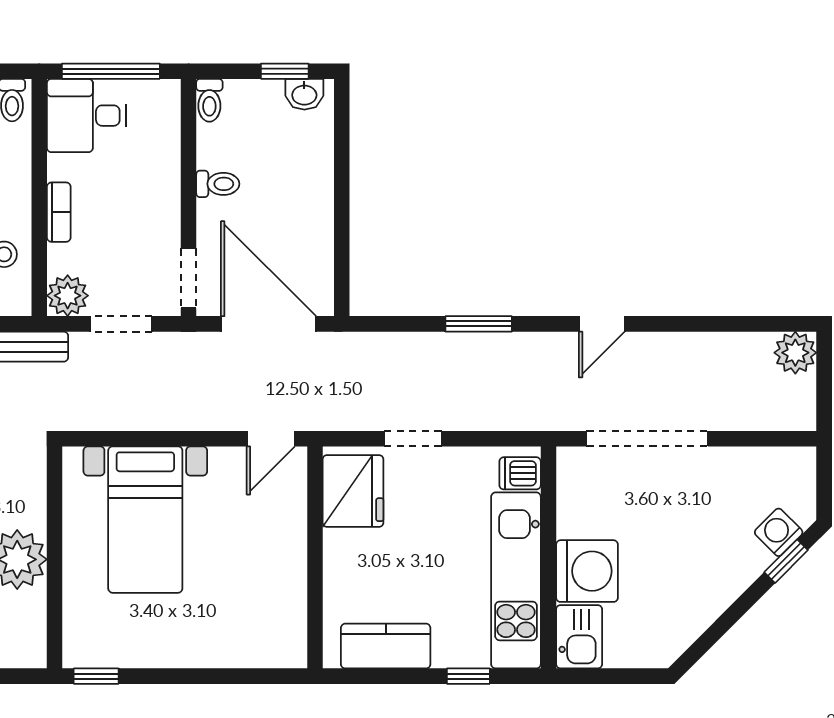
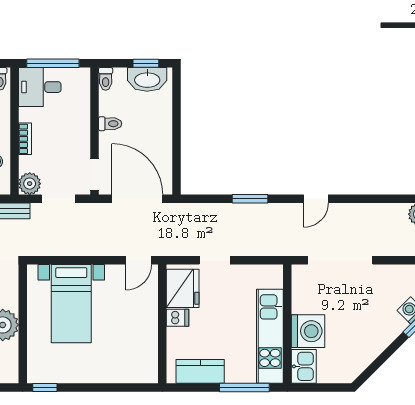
washbasin: (304, 94) -> (147, 79), width x1.91, depth x1.45
dishwasher: (520, 473) -> (177, 318), moved, turned 180
window: (468, 676) -> (244, 387), width x2.17

